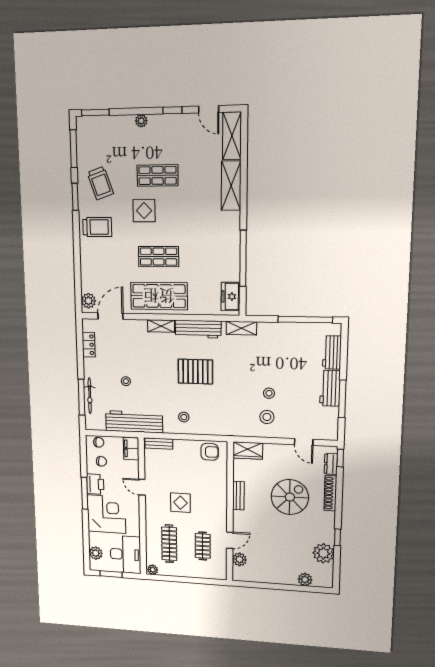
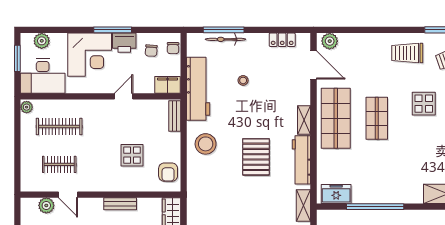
trolley: (97, 227) -> (407, 53), turned 90
stool: (184, 417) -> (206, 144), width x1.89, depth x1.89
display table: (180, 503) -> (132, 155), moved

